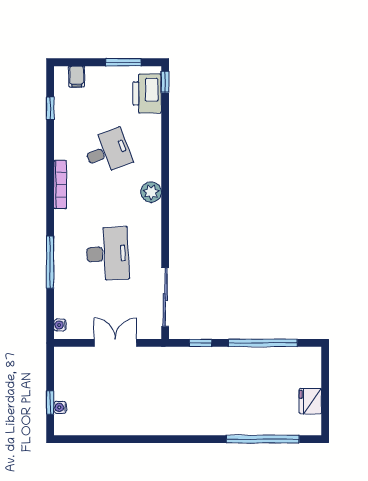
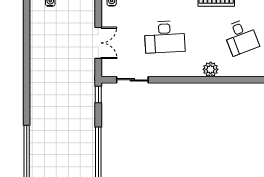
sliding door: (165, 297) -> (132, 80), width x0.73
window: (201, 343) -> (98, 95), moved

